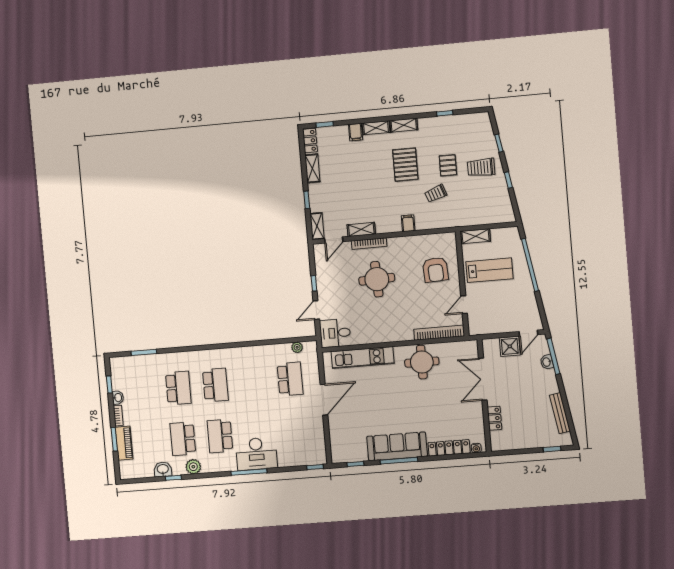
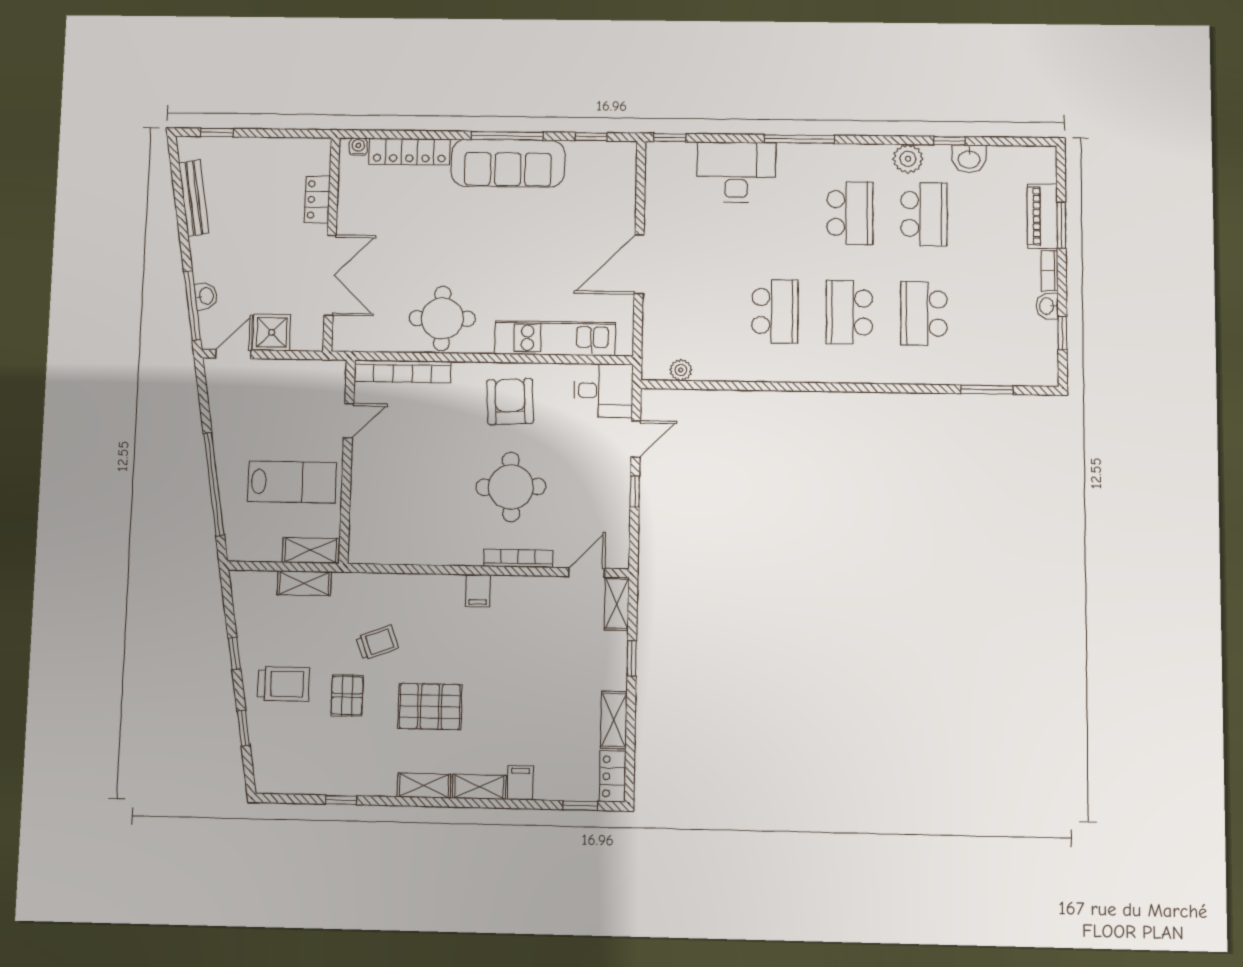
pallet: (405, 165) -> (430, 707), turned 90
filing cabinet: (408, 223) -> (478, 591), moved
shelving: (361, 229) -> (304, 583), moved
armchair: (435, 270) -> (510, 402), moved
lab bench: (489, 270) -> (292, 482), turned 180
school desk: (290, 379) -> (775, 311), moved, turned 180
desk: (256, 454) -> (736, 172), moved

